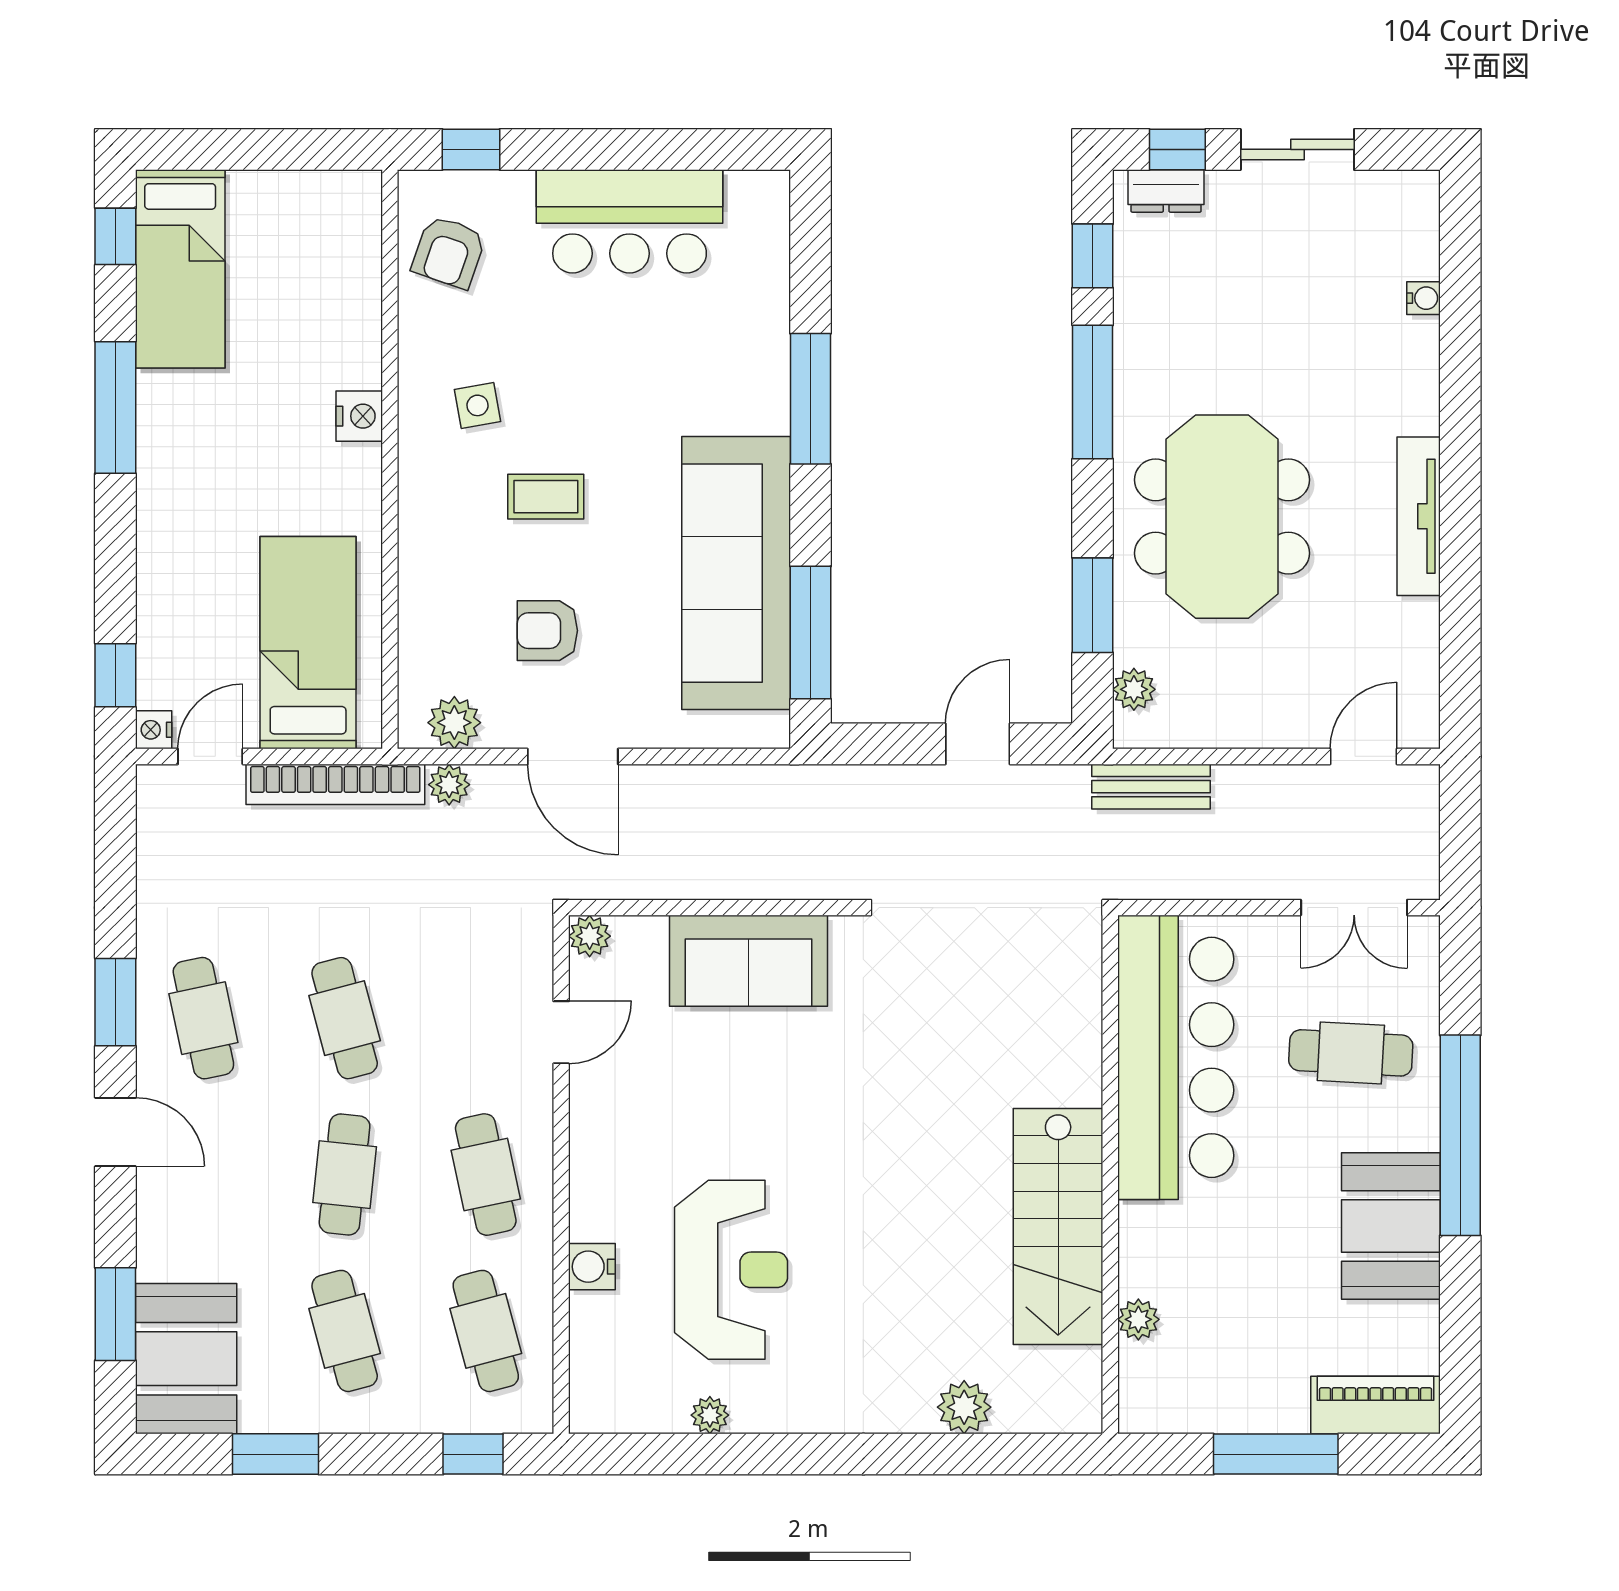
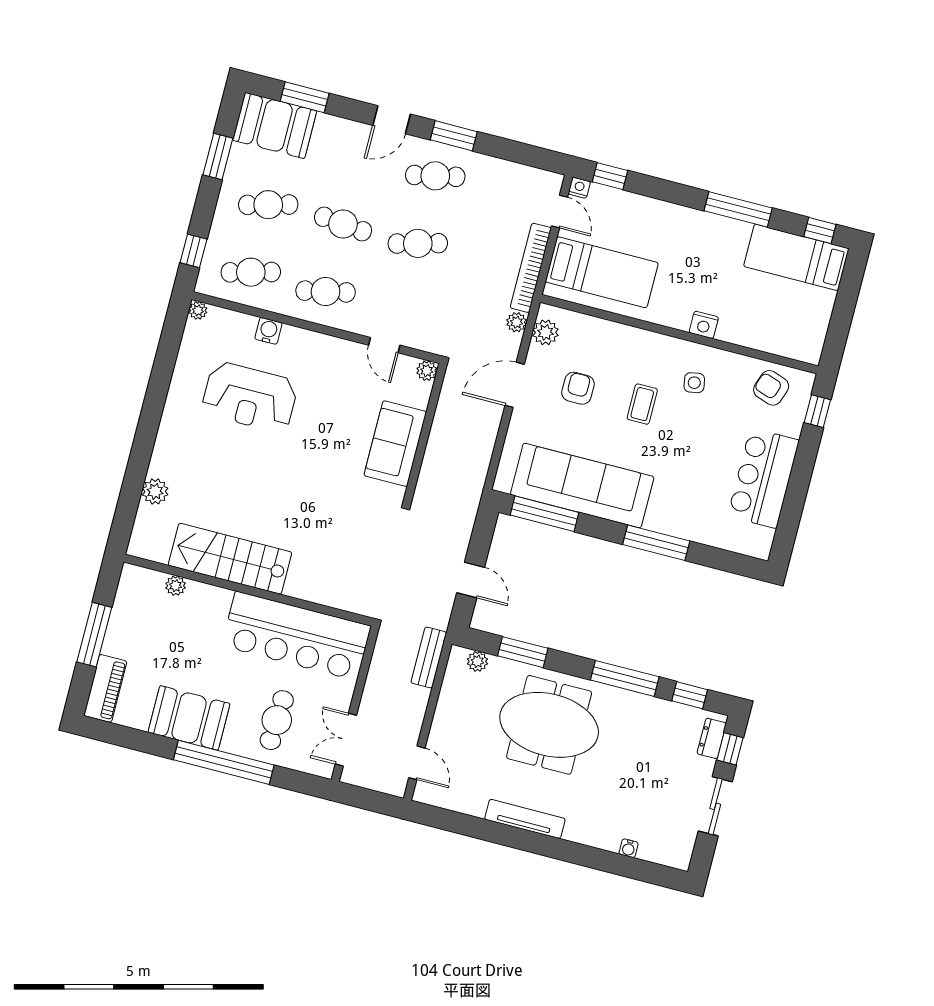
plant: (710, 1415) -> (198, 310), moved

